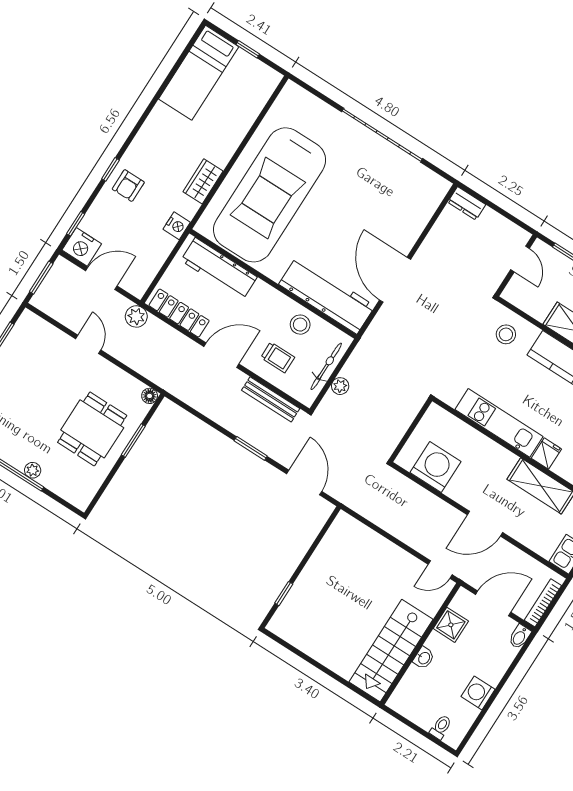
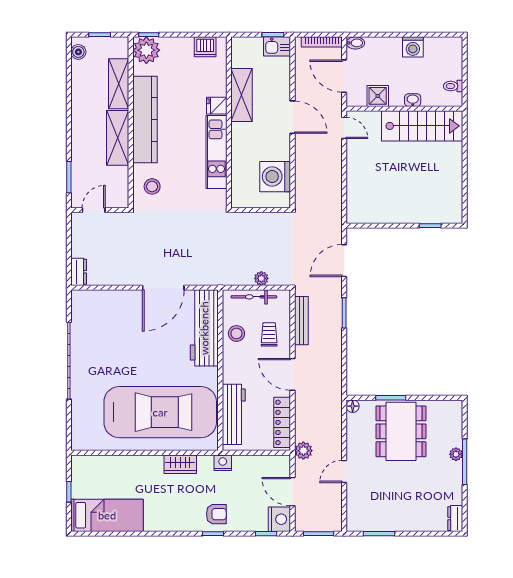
dining table: (92, 429) -> (401, 431), width x1.38
toilet: (441, 727) -> (453, 86), moved

